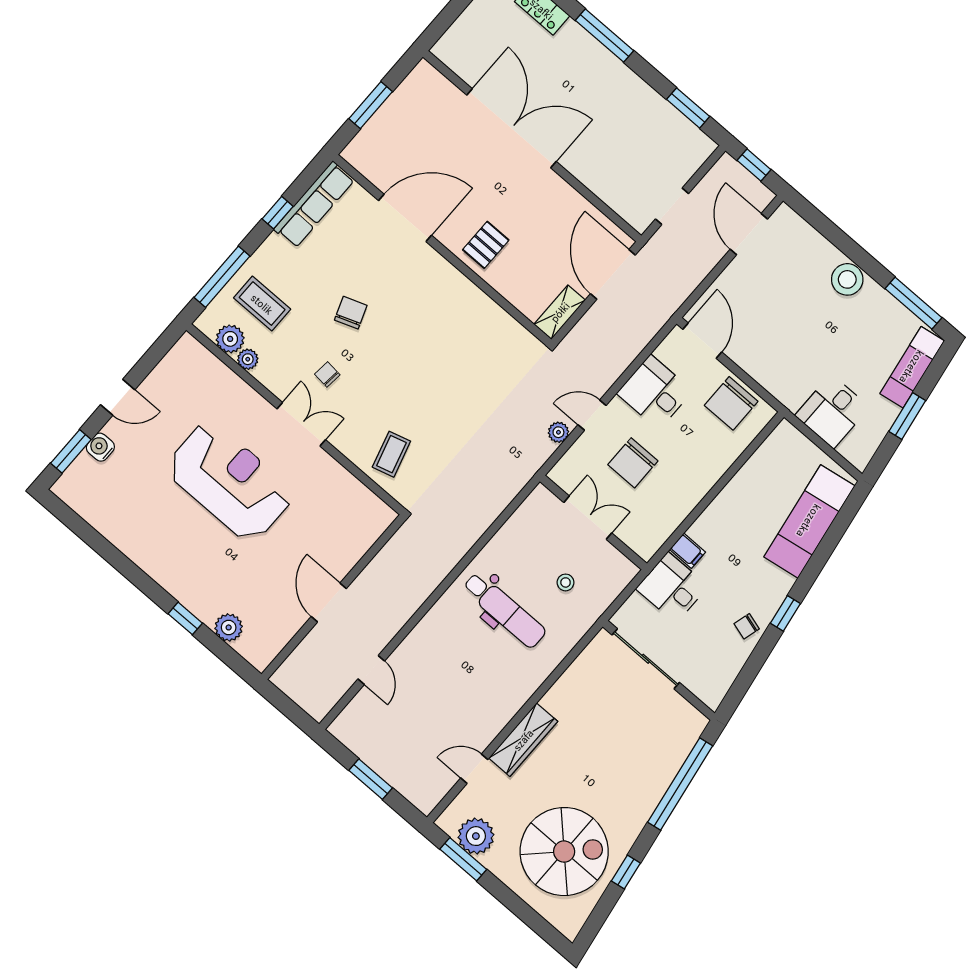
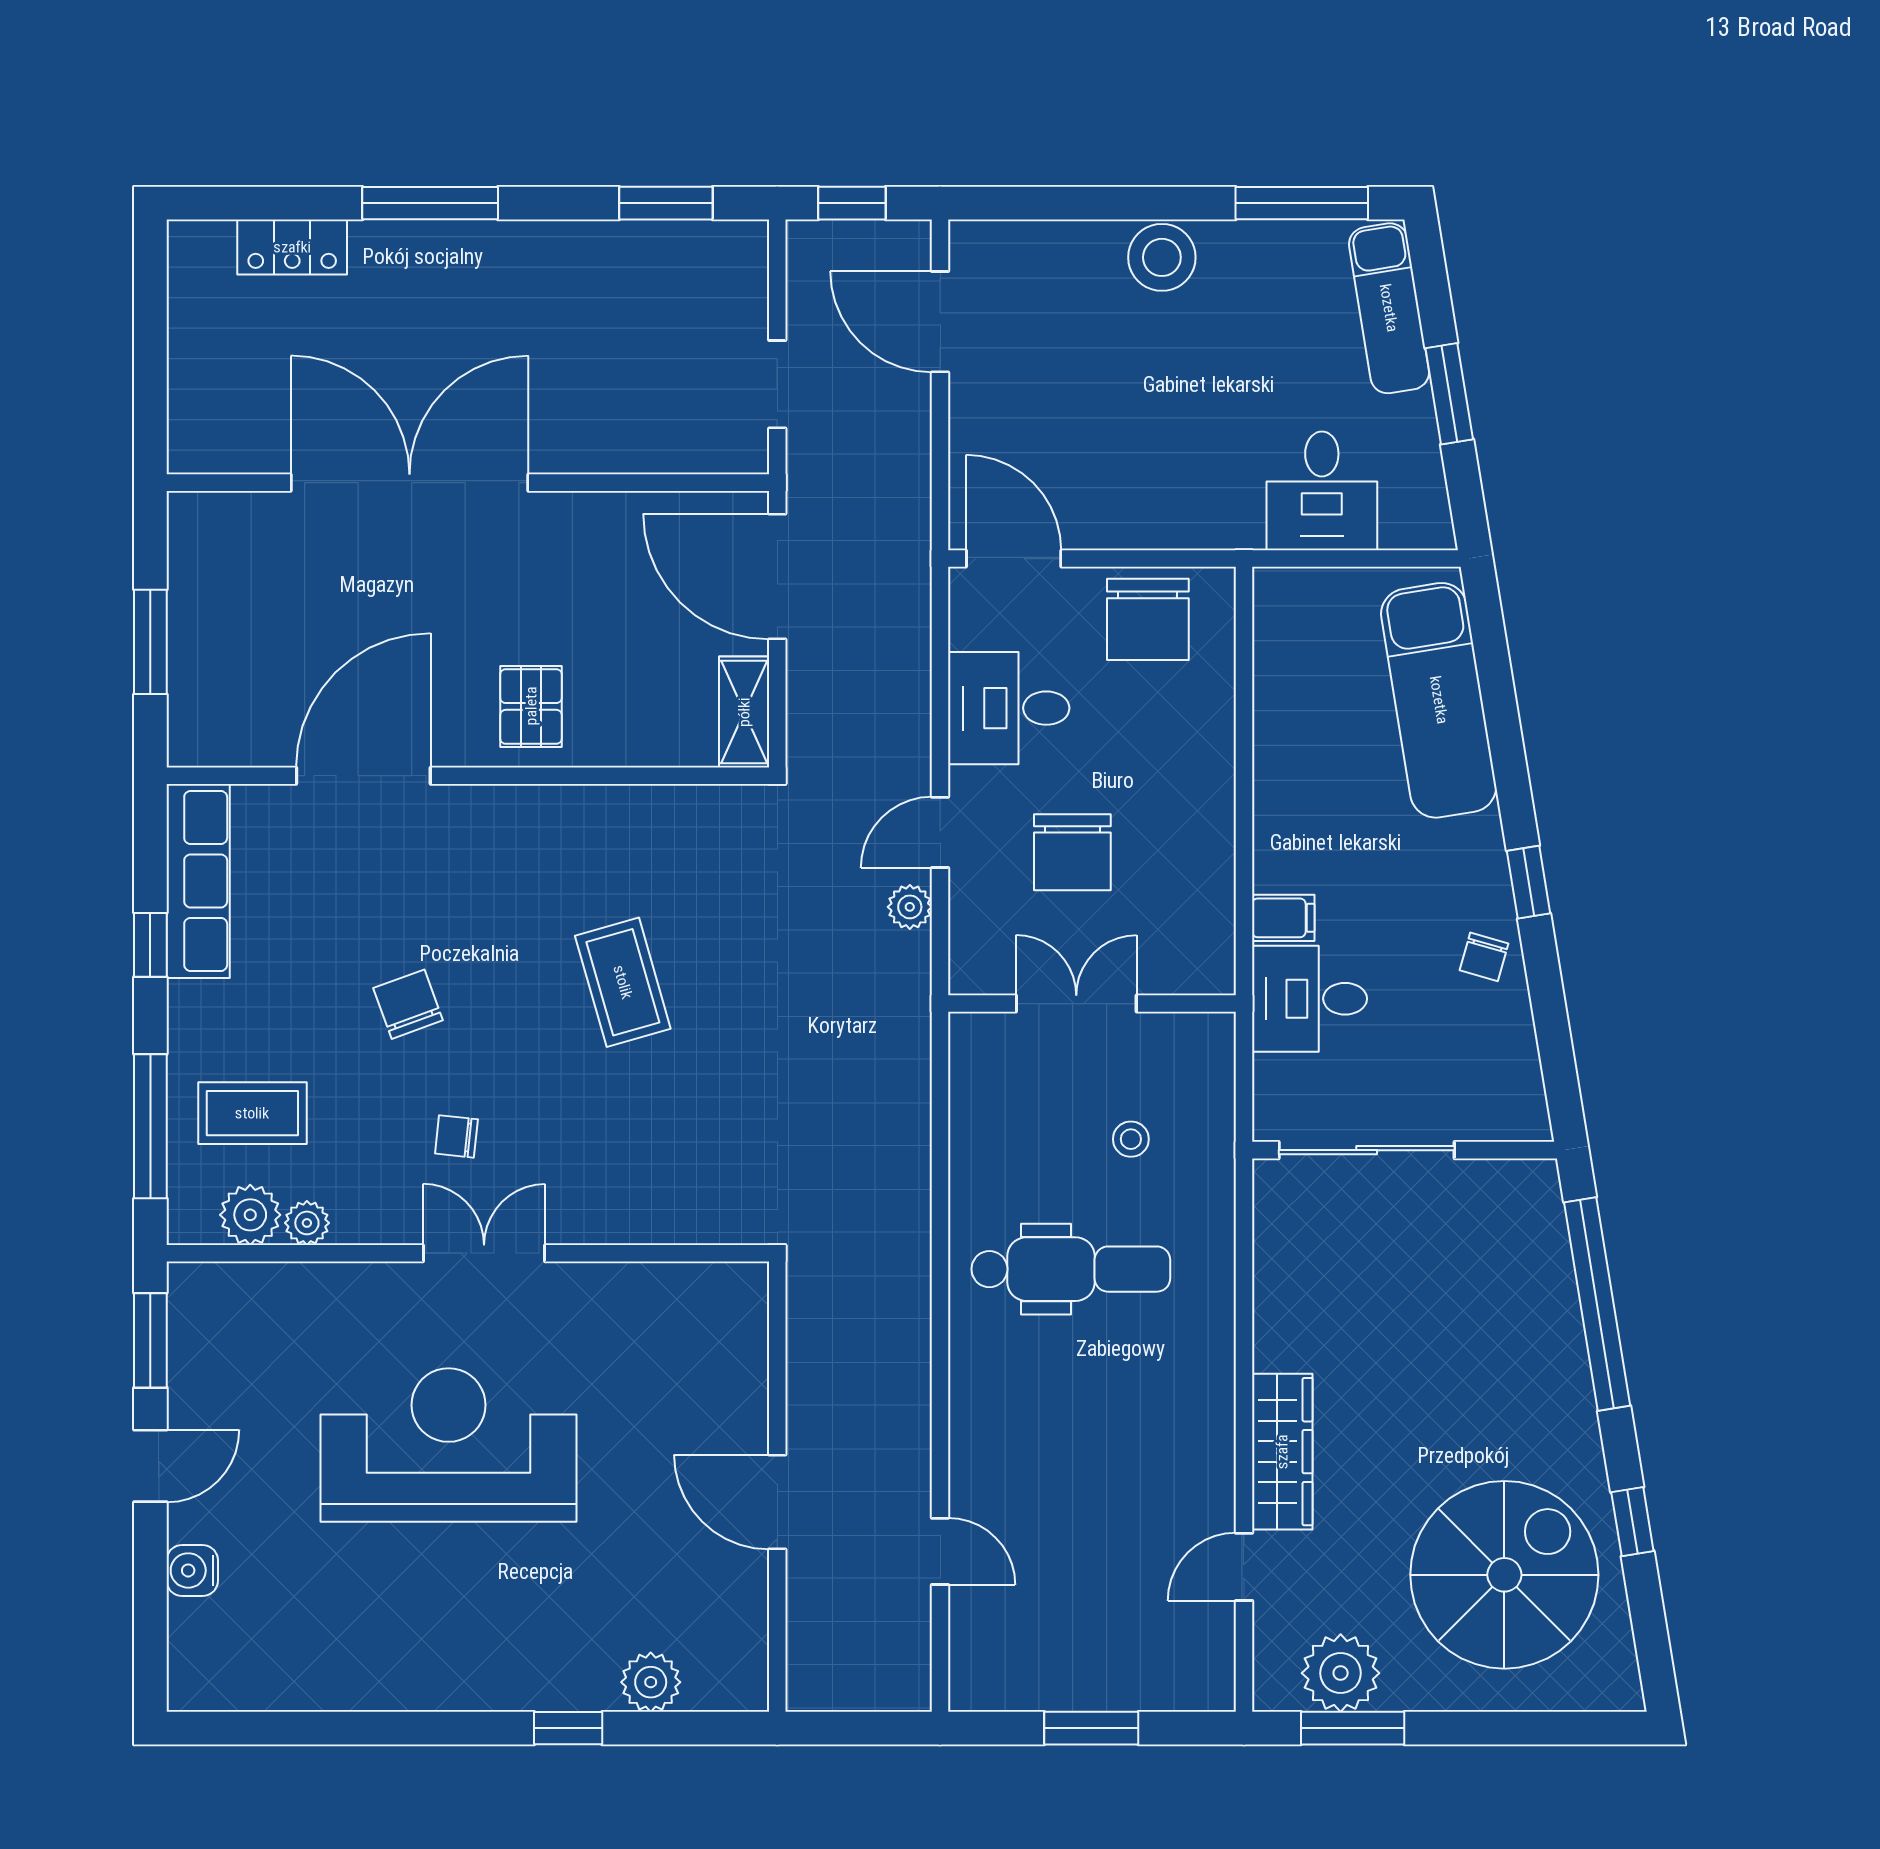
window: (71, 451) -> (150, 1340), moved
coffee table: (391, 454) -> (623, 982), moved, width x1.36, depth x1.30

